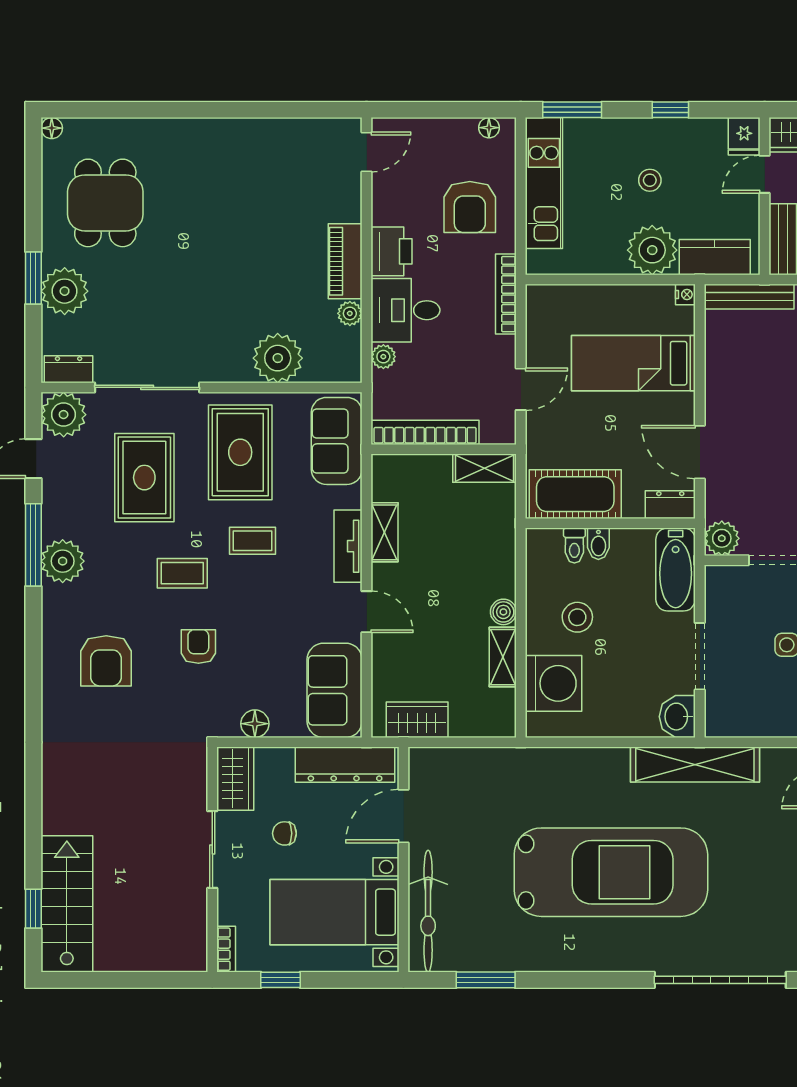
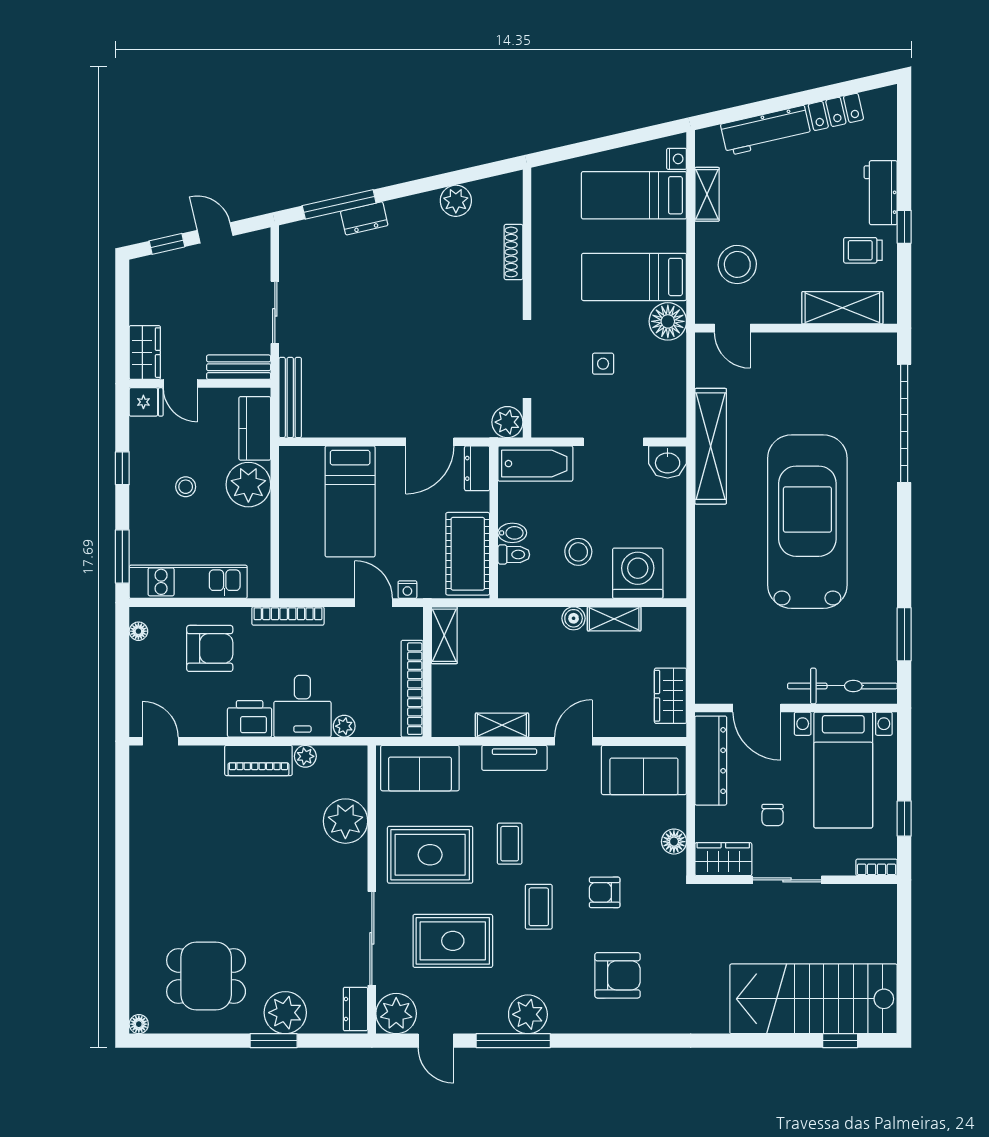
nightstand: (685, 294) -> (407, 590), moved, turned 180
stairs: (67, 904) -> (813, 999), width x1.36, depth x1.51

